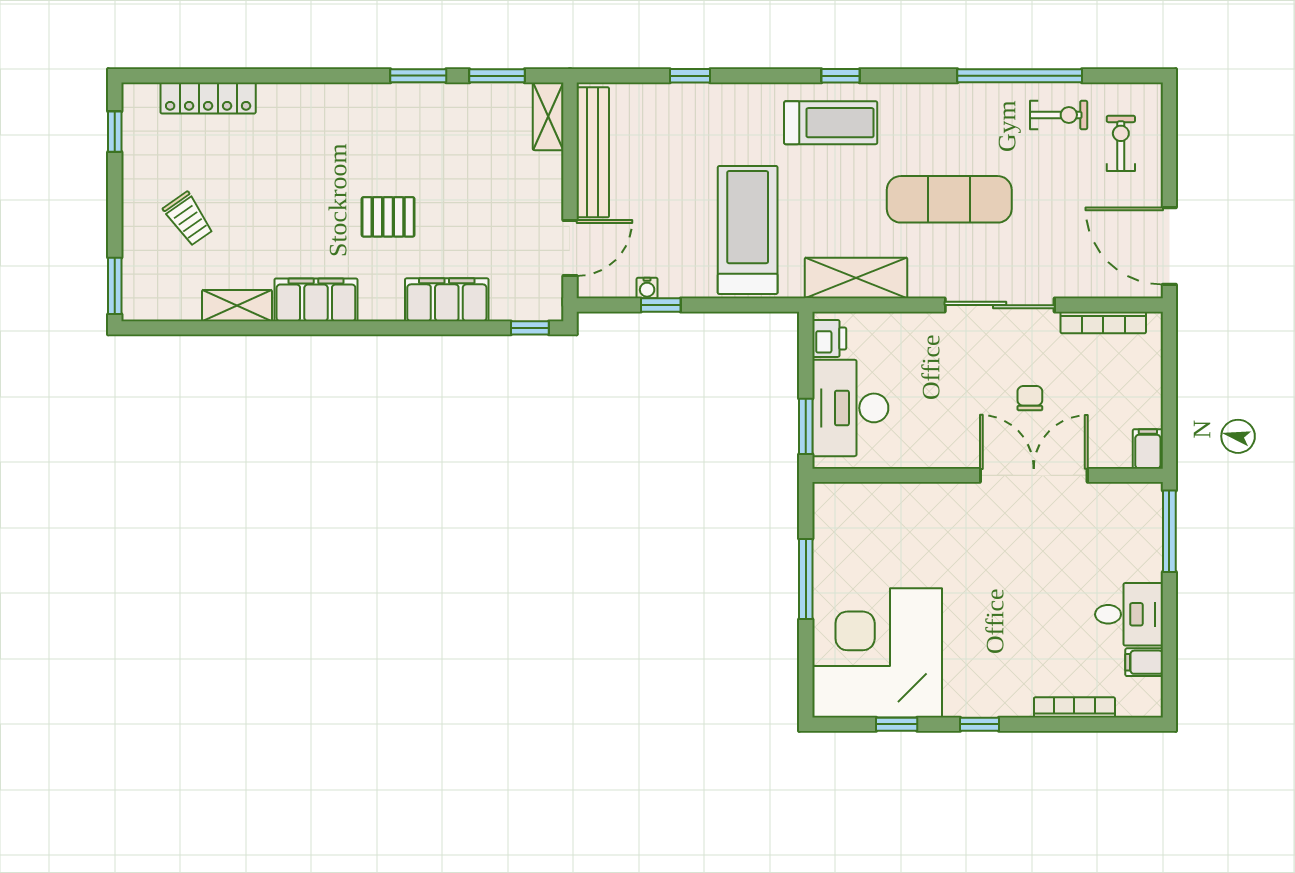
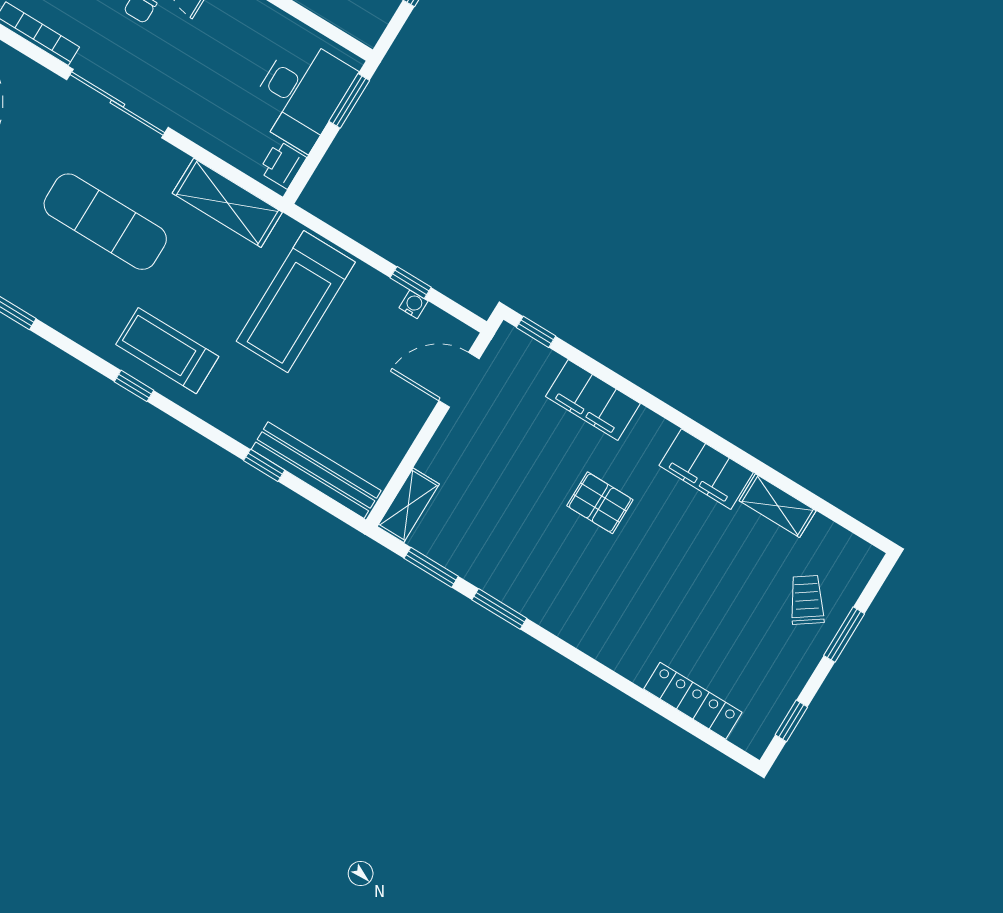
bench: (593, 152) -> (316, 470), moved, turned 90
trolley: (188, 219) -> (807, 600), moved
window: (115, 286) -> (844, 635), moved

